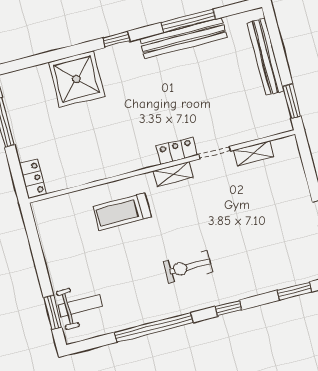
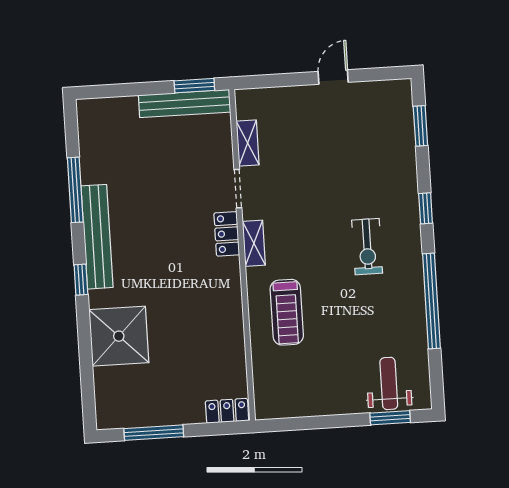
bench: (183, 38) -> (97, 237), moved
bench: (265, 57) -> (185, 104), moved

